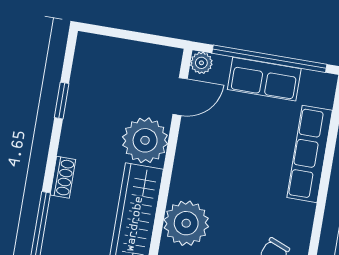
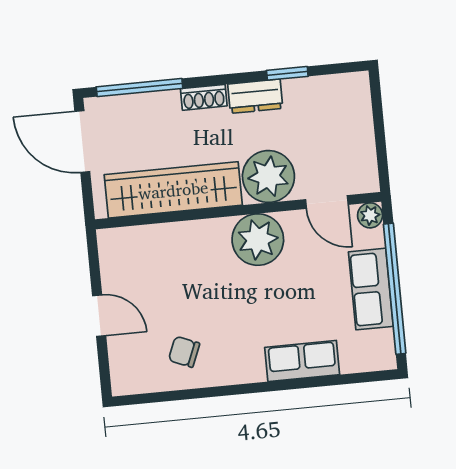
dresser: (74, 133) -> (255, 96), added
row of seats: (310, 154) -> (302, 361), width x0.68
plant: (186, 223) -> (258, 240), moved

